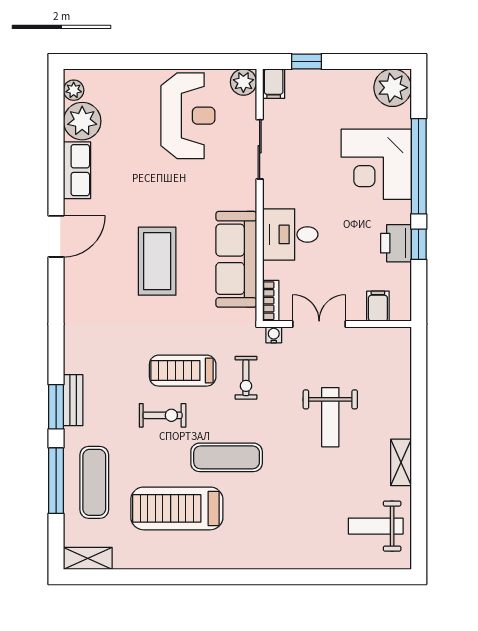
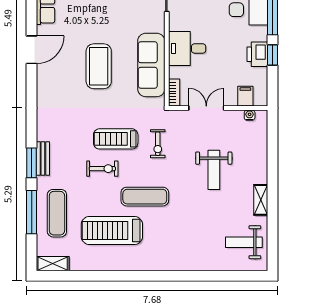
water cooler: (274, 335) -> (250, 115), moved

